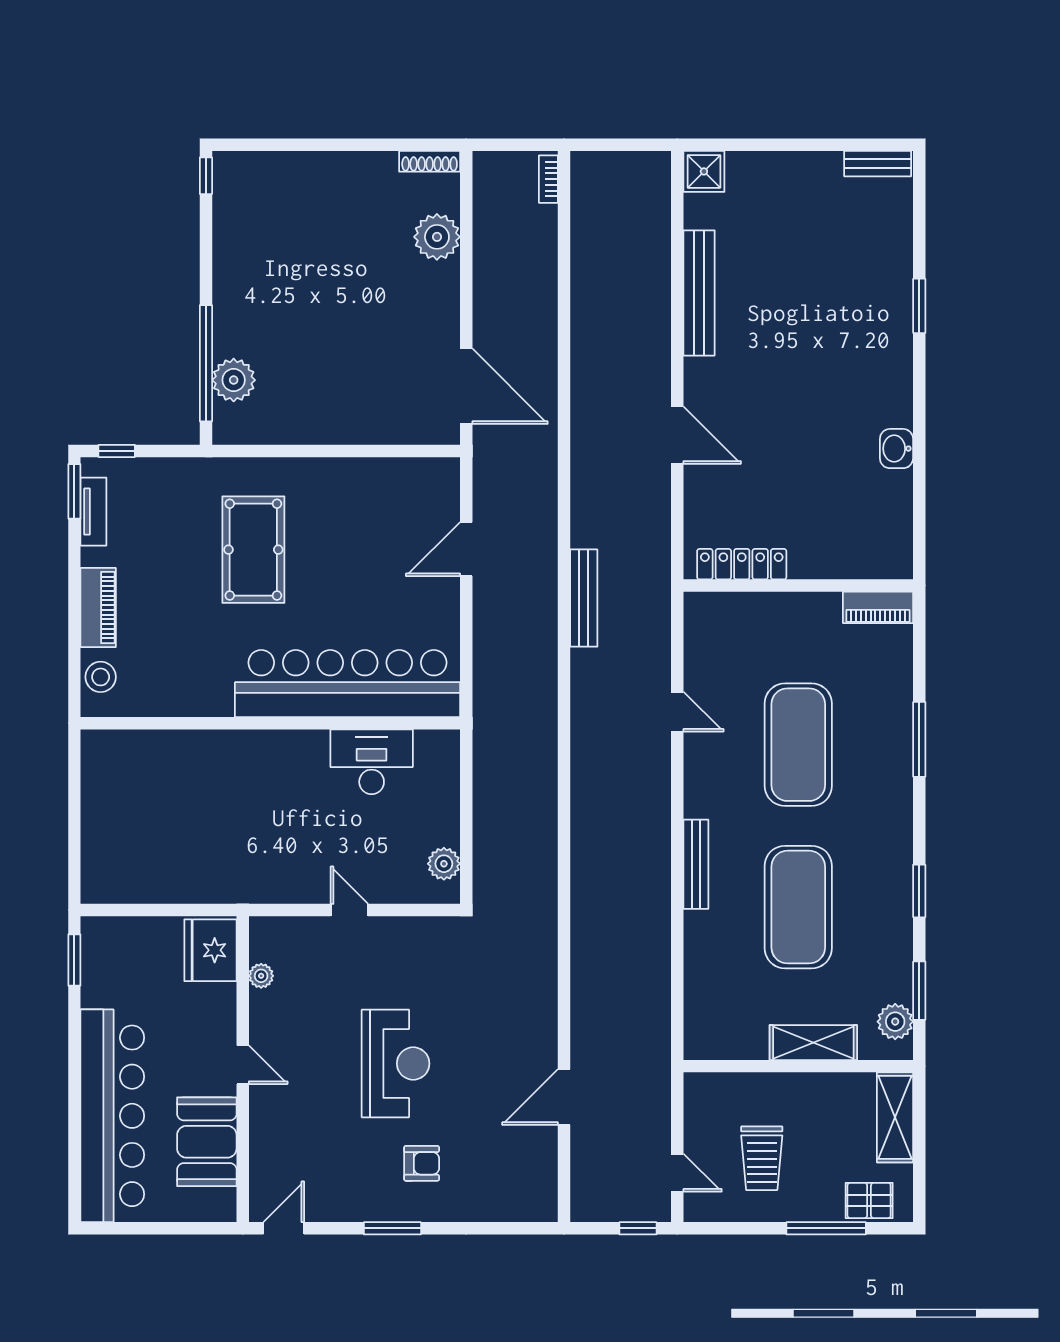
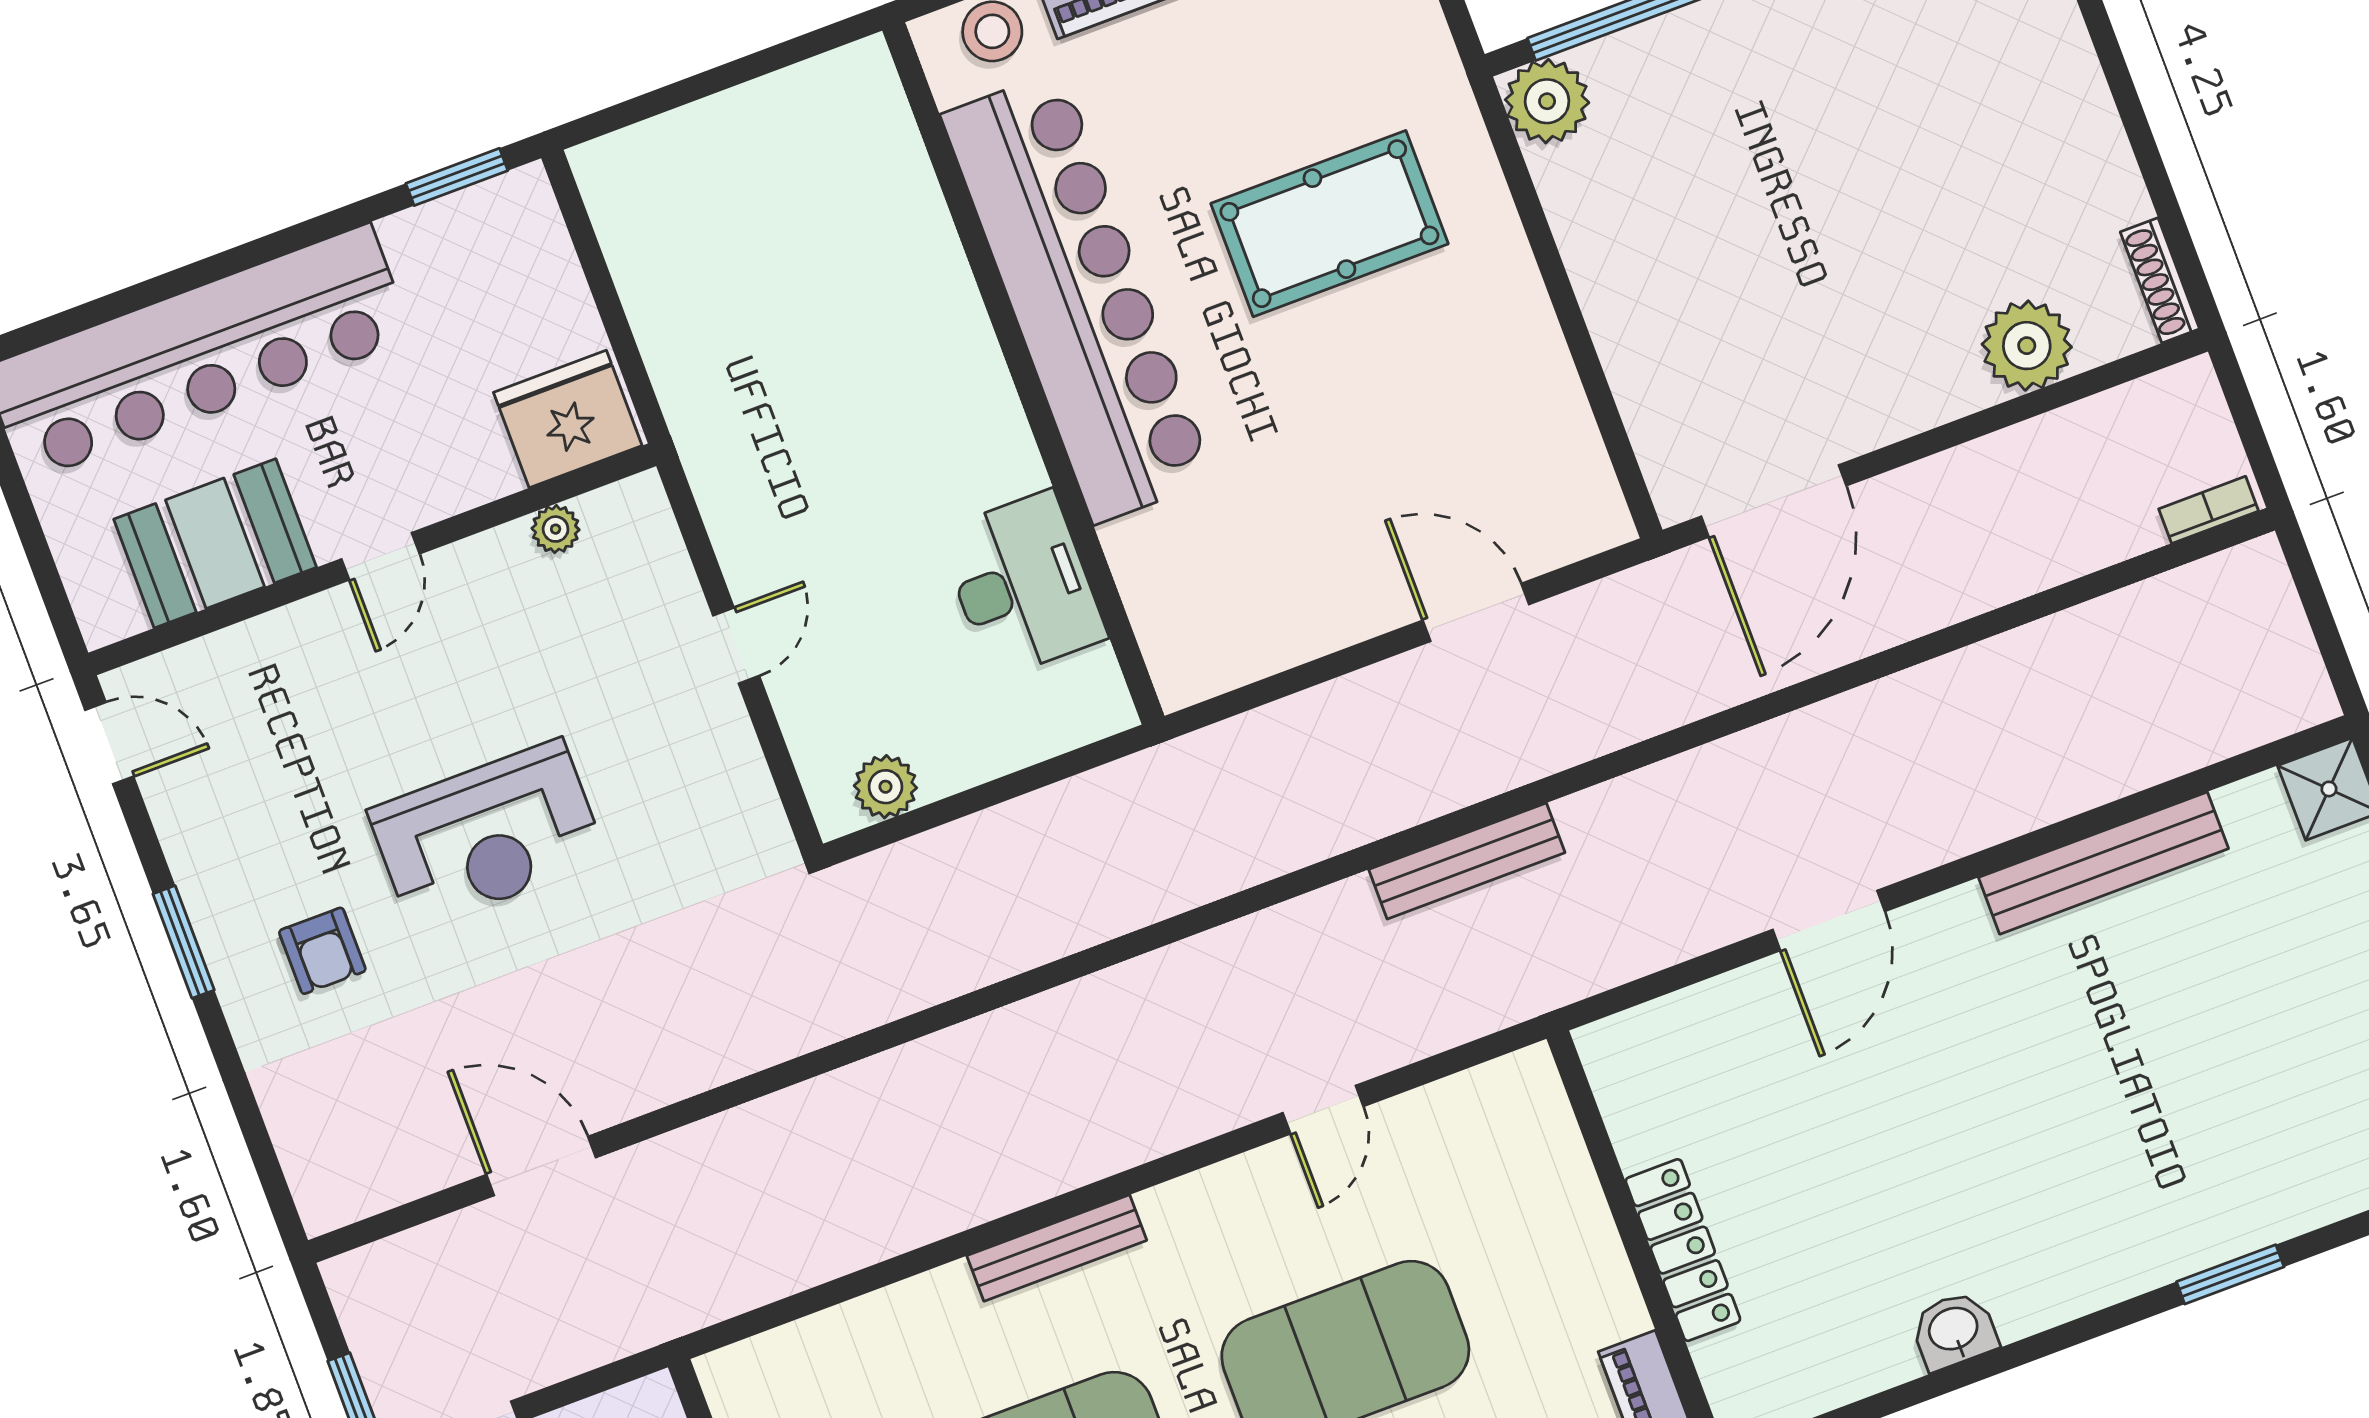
plant: (234, 380) -> (1547, 101), moved
locker: (742, 564) -> (1683, 1250), moved
bar counter: (348, 684) -> (1078, 297), moved

